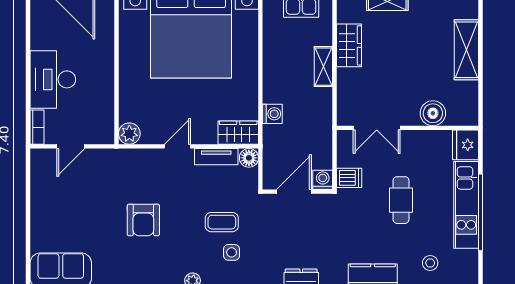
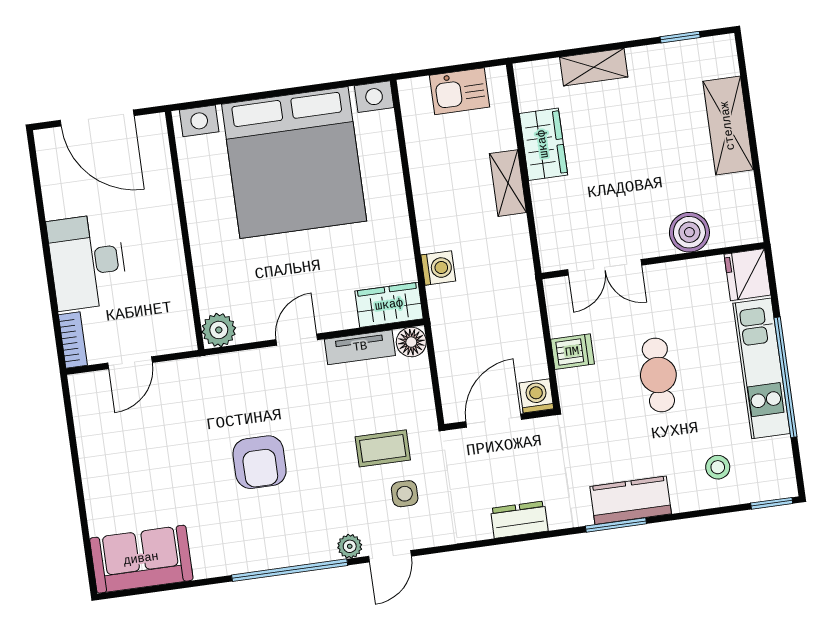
washing machine: (323, 180) -> (536, 396), moved
door: (294, 192) -> (494, 421), moved
wall: (297, 192) -> (499, 420), moved

